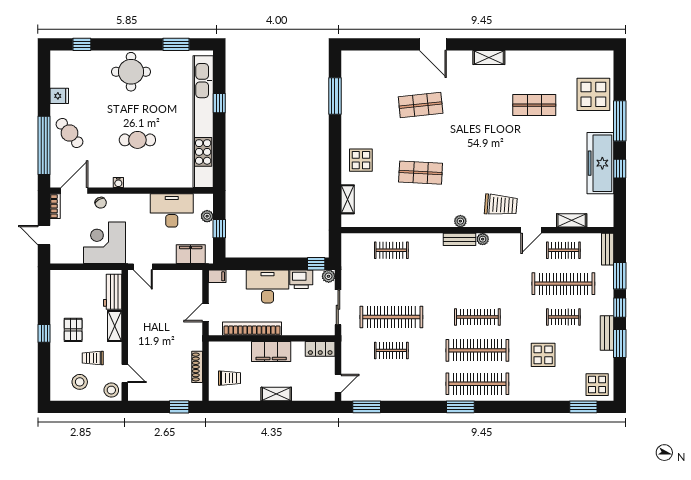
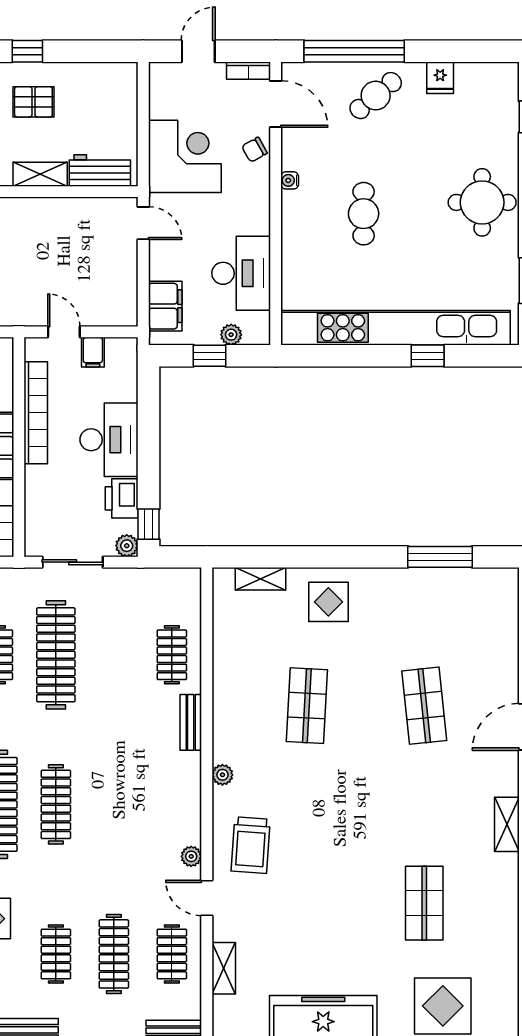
bench: (459, 239) -> (191, 722), moved
plant: (483, 239) -> (191, 856), moved
door: (143, 267) -> (143, 223), swing flipped
filing cabinet: (217, 276) -> (93, 352), moved
clothes rail: (563, 284) -> (114, 954), width x0.73, depth x0.76

